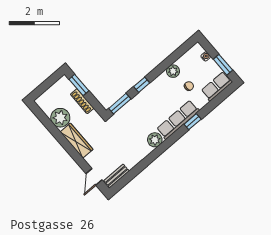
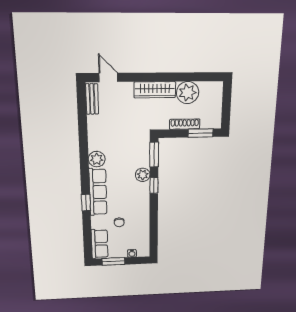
plant: (173, 71) -> (143, 175), moved

